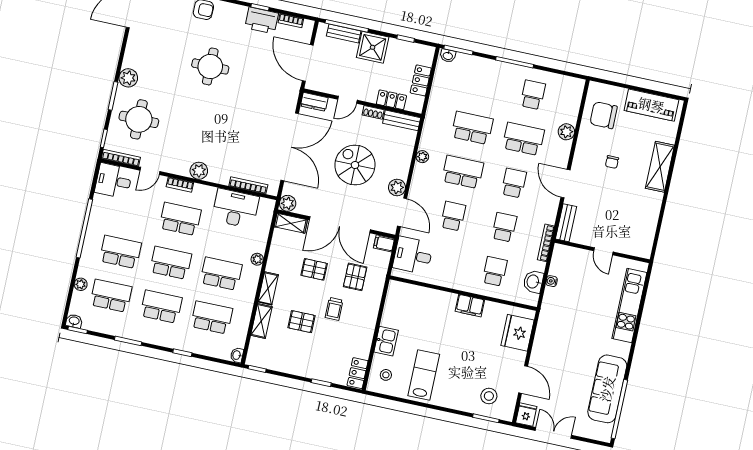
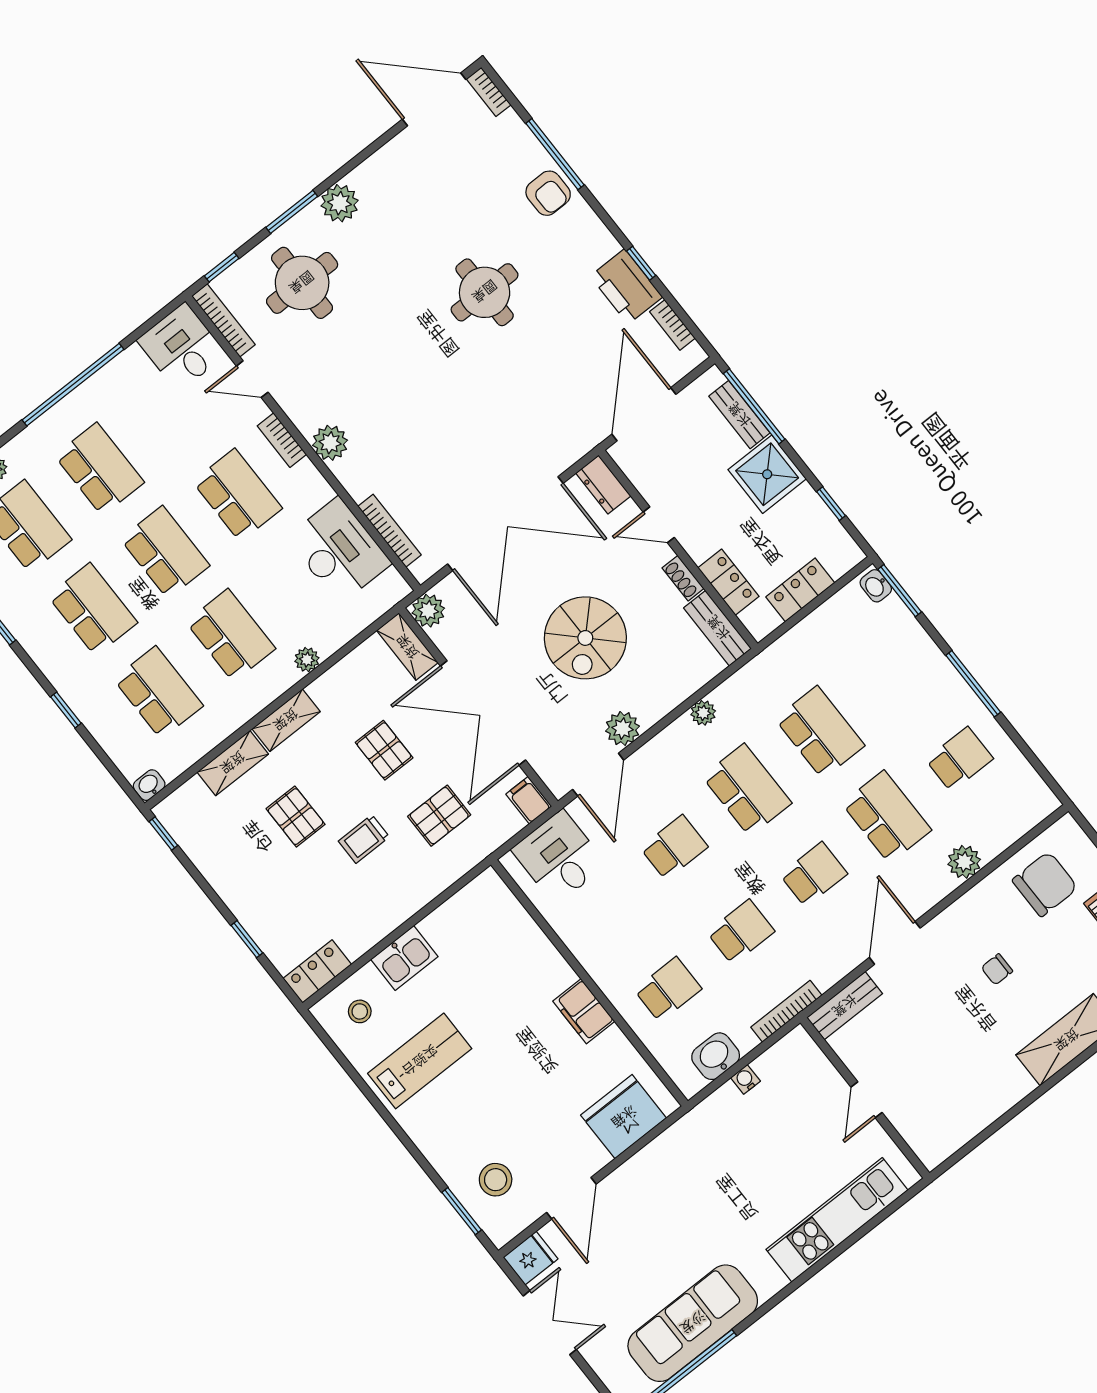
chair: (604, 115) -> (1045, 884), turned 90
spiral stairs: (355, 165) -> (585, 638), turned 180

